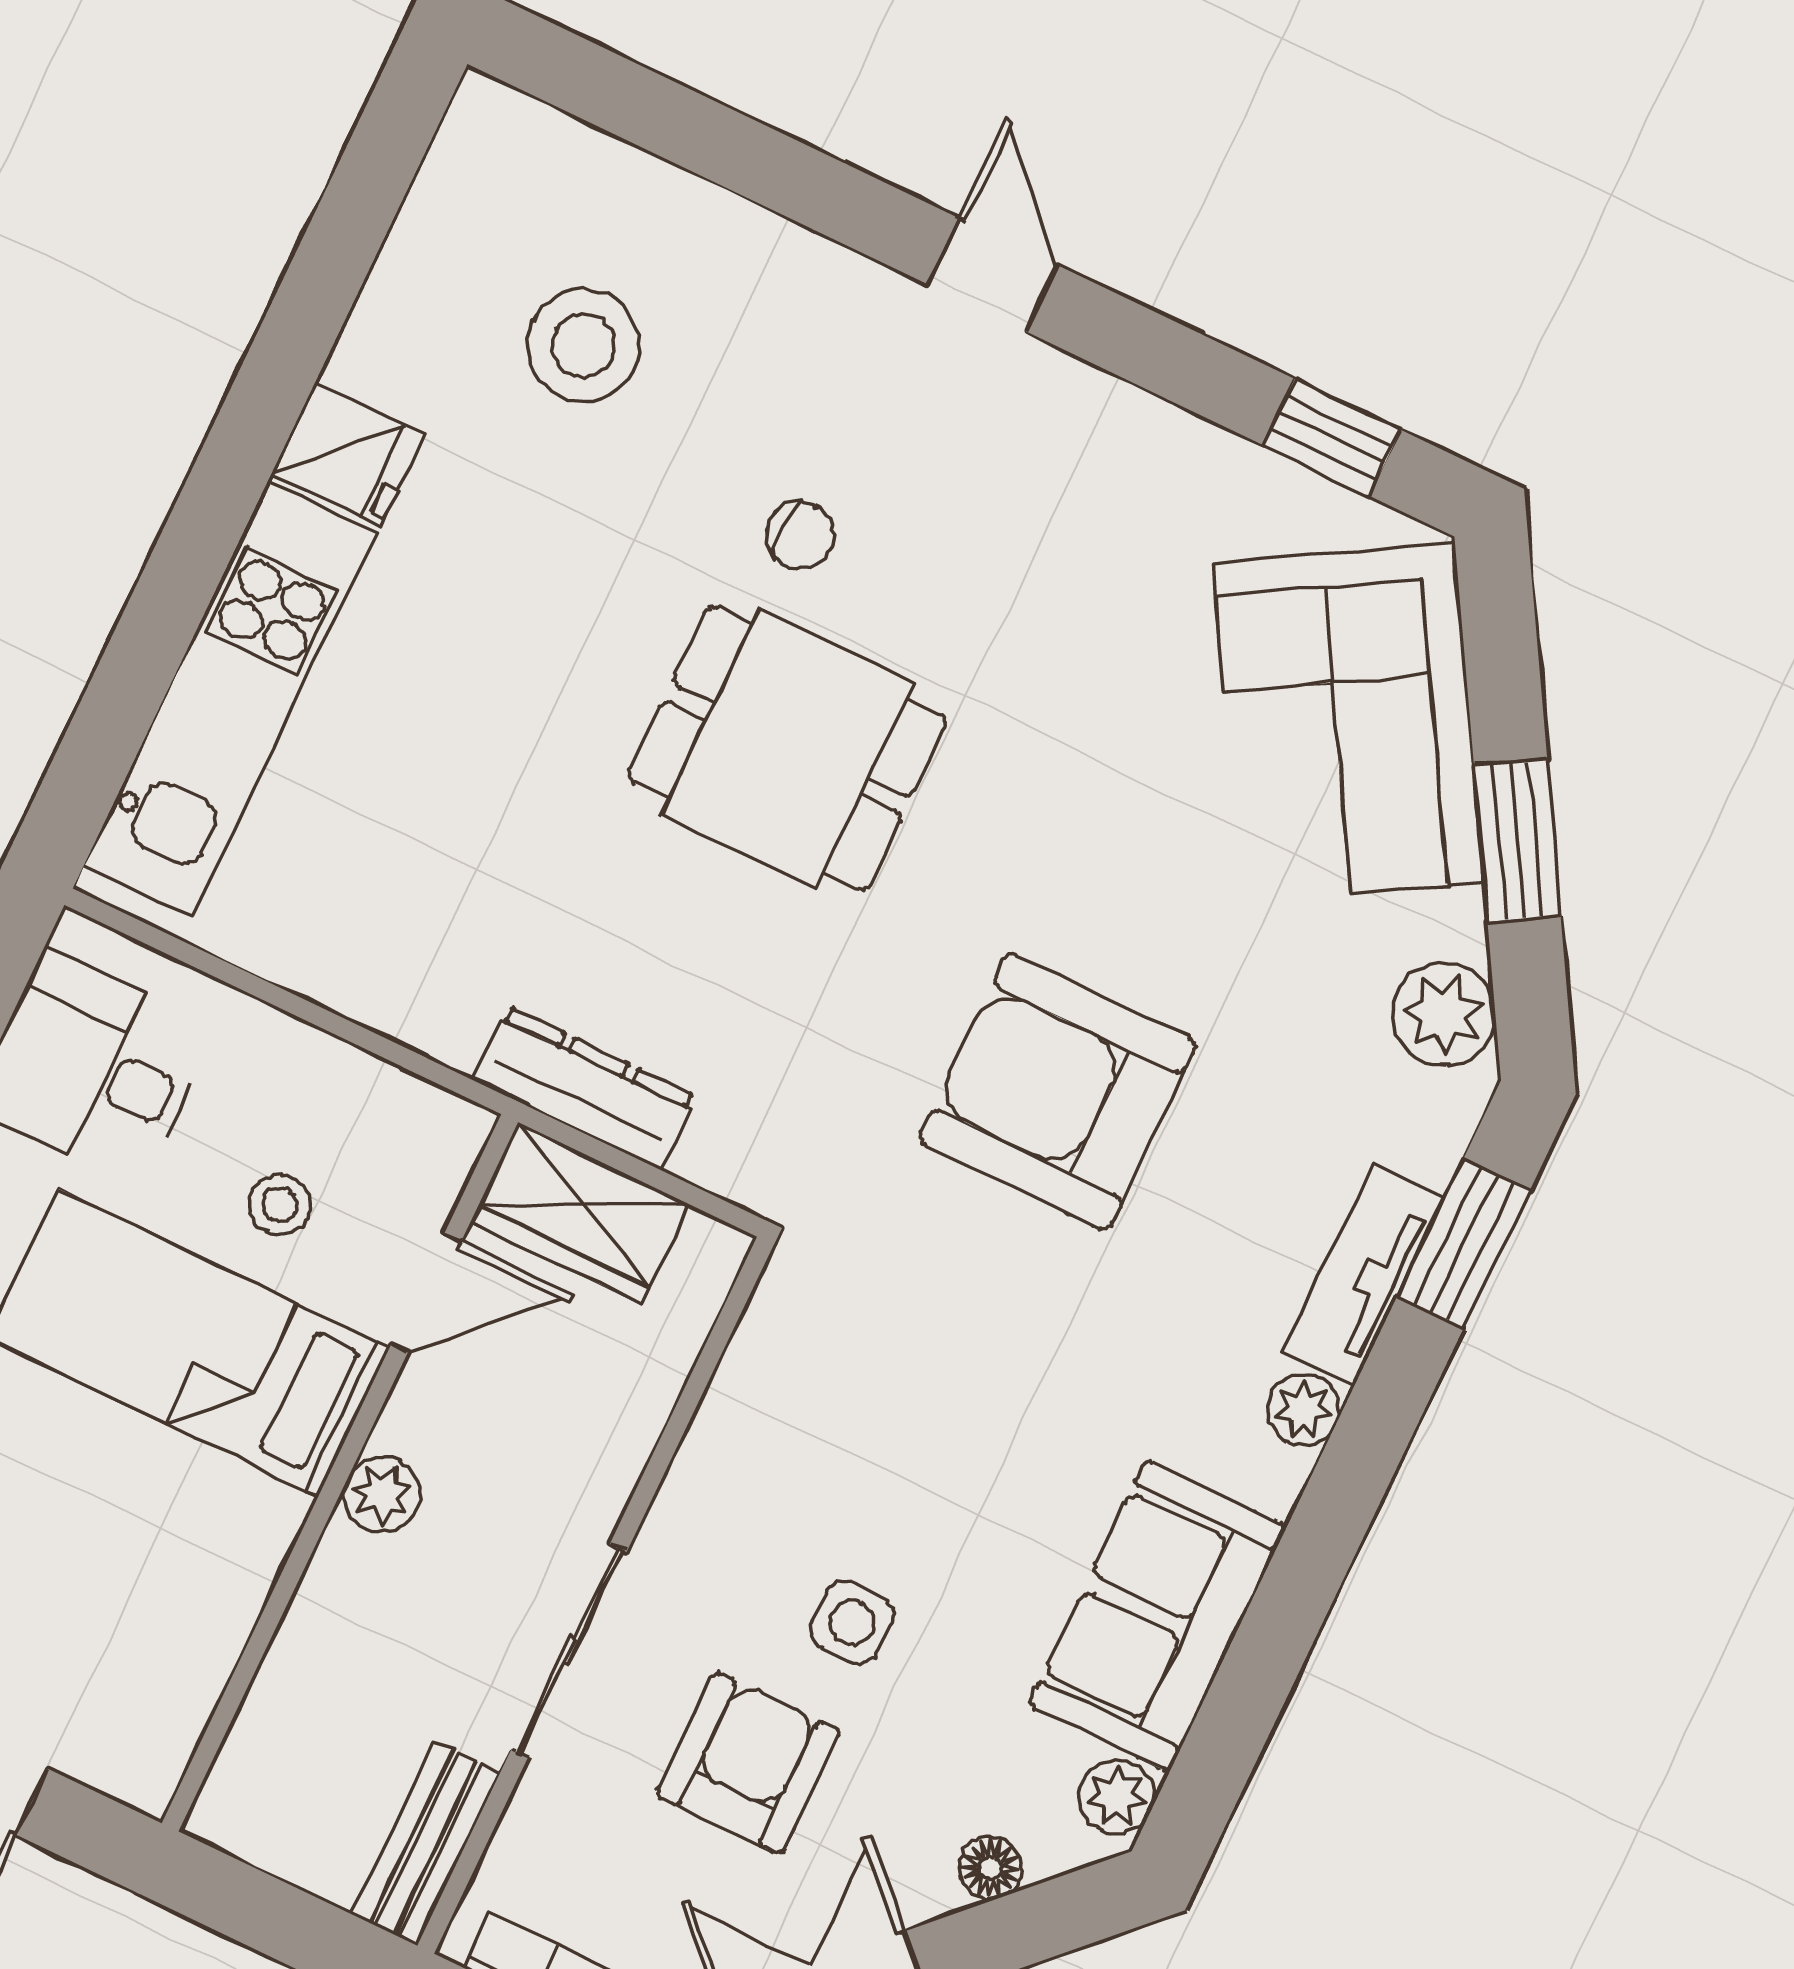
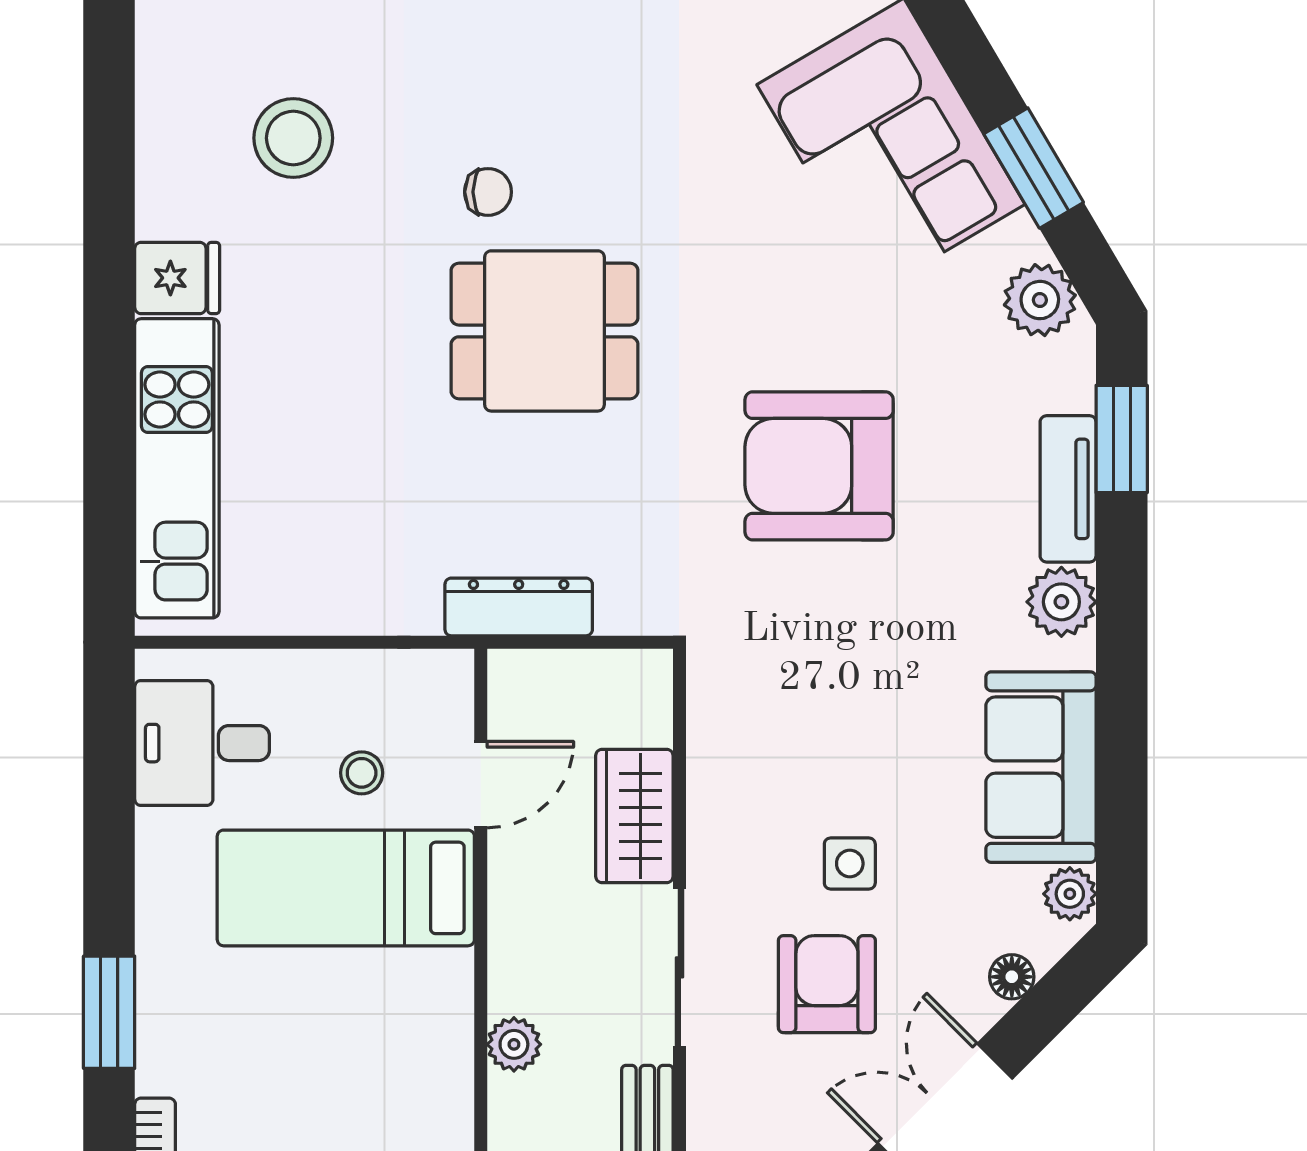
wardrobe: (580, 1213) -> (634, 816), moved, turned 90
plant: (1304, 1410) -> (1061, 602), width x1.38, depth x1.38
plant: (382, 1495) -> (514, 1044), moved

